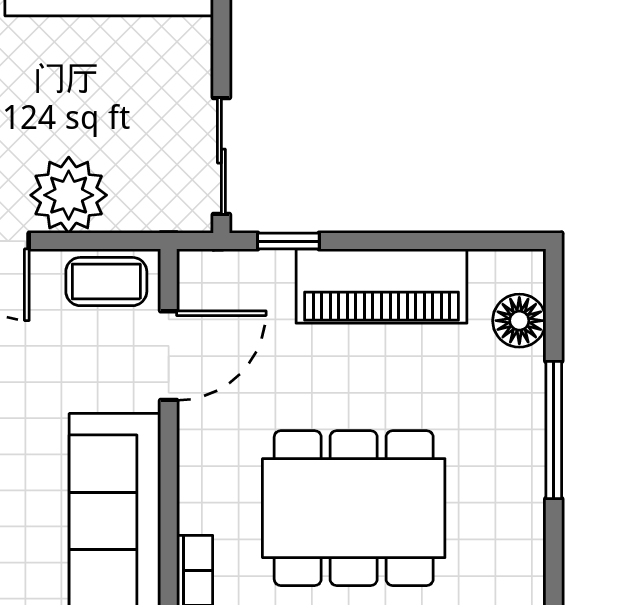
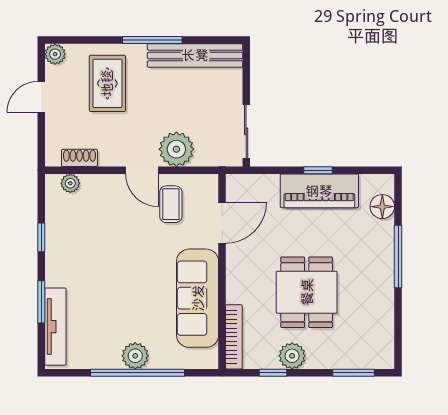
window: (288, 241) -> (318, 170), moved
coffee table: (106, 282) -> (171, 204), moved, turned 90
dining table: (354, 508) -> (307, 292), width x0.73

